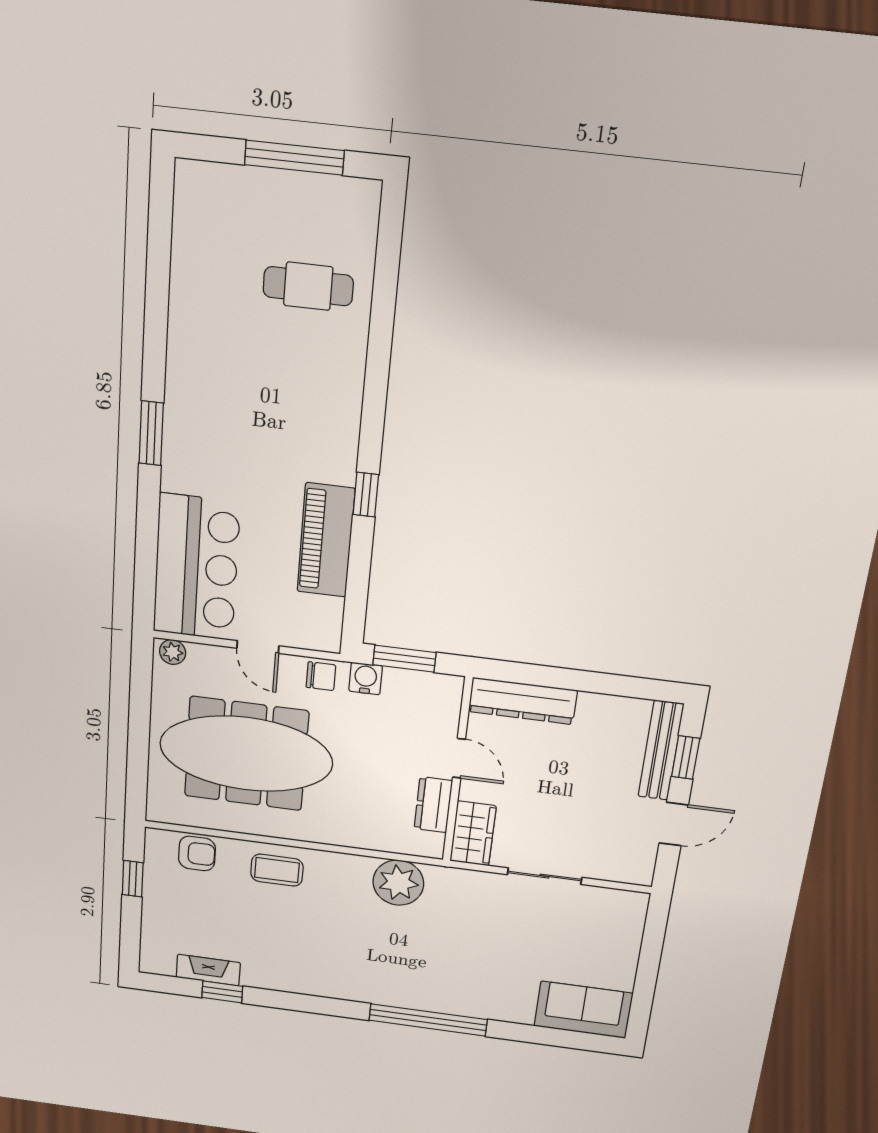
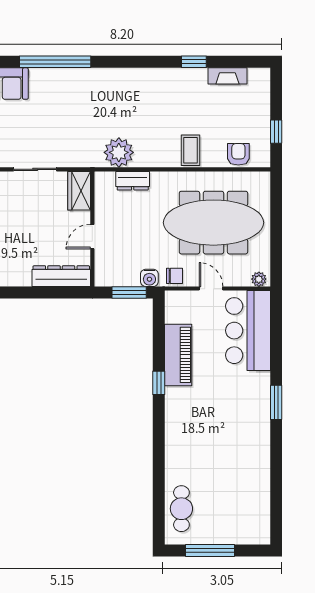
cafe table: (308, 286) -> (181, 509), moved, turned 90
chair: (321, 676) -> (174, 276), turned 180
door: (459, 758) -> (92, 237), hinge flipped
dresser: (433, 805) -> (133, 181), moved, turned 90
armchair: (197, 853) -> (238, 154), turned 90
coffee table: (277, 870) -> (191, 150), turned 90
window: (222, 992) -> (194, 62), moved
window: (428, 1020) -> (55, 62), moved

